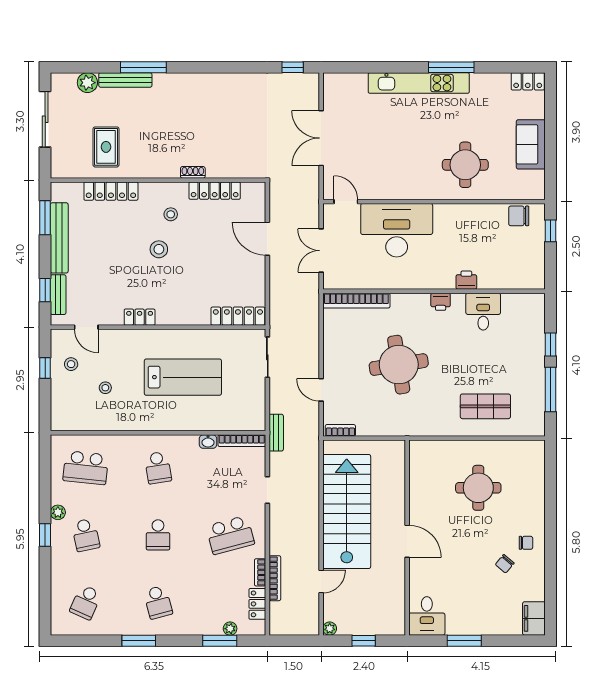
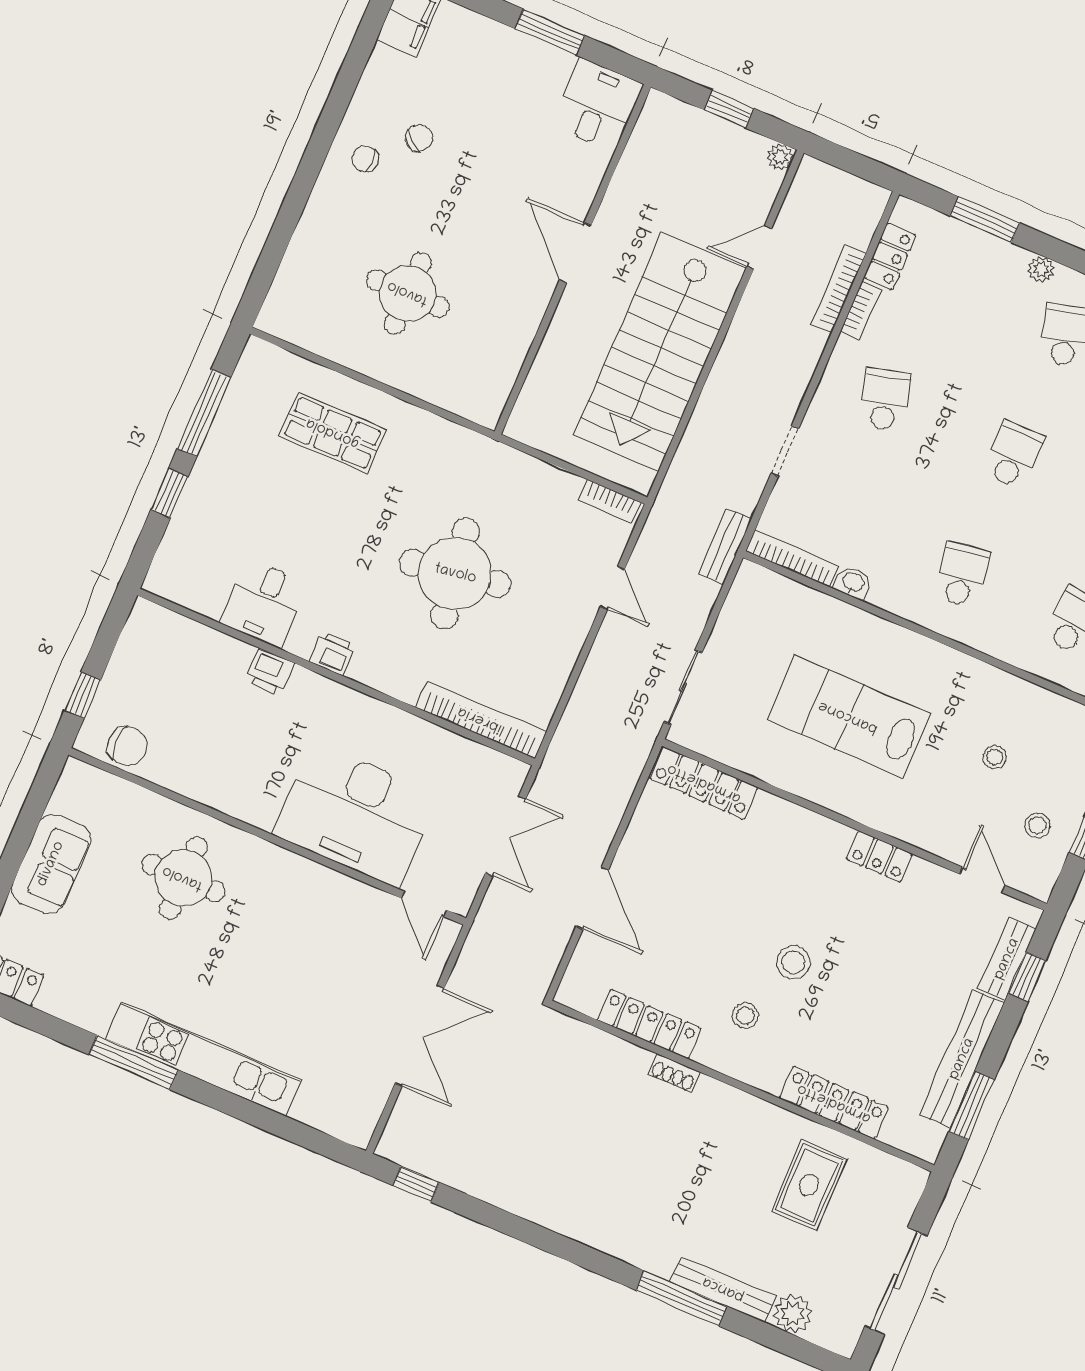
school desk: (230, 535) -> (885, 399), width x0.54
plant: (230, 629) -> (1041, 269), moved

